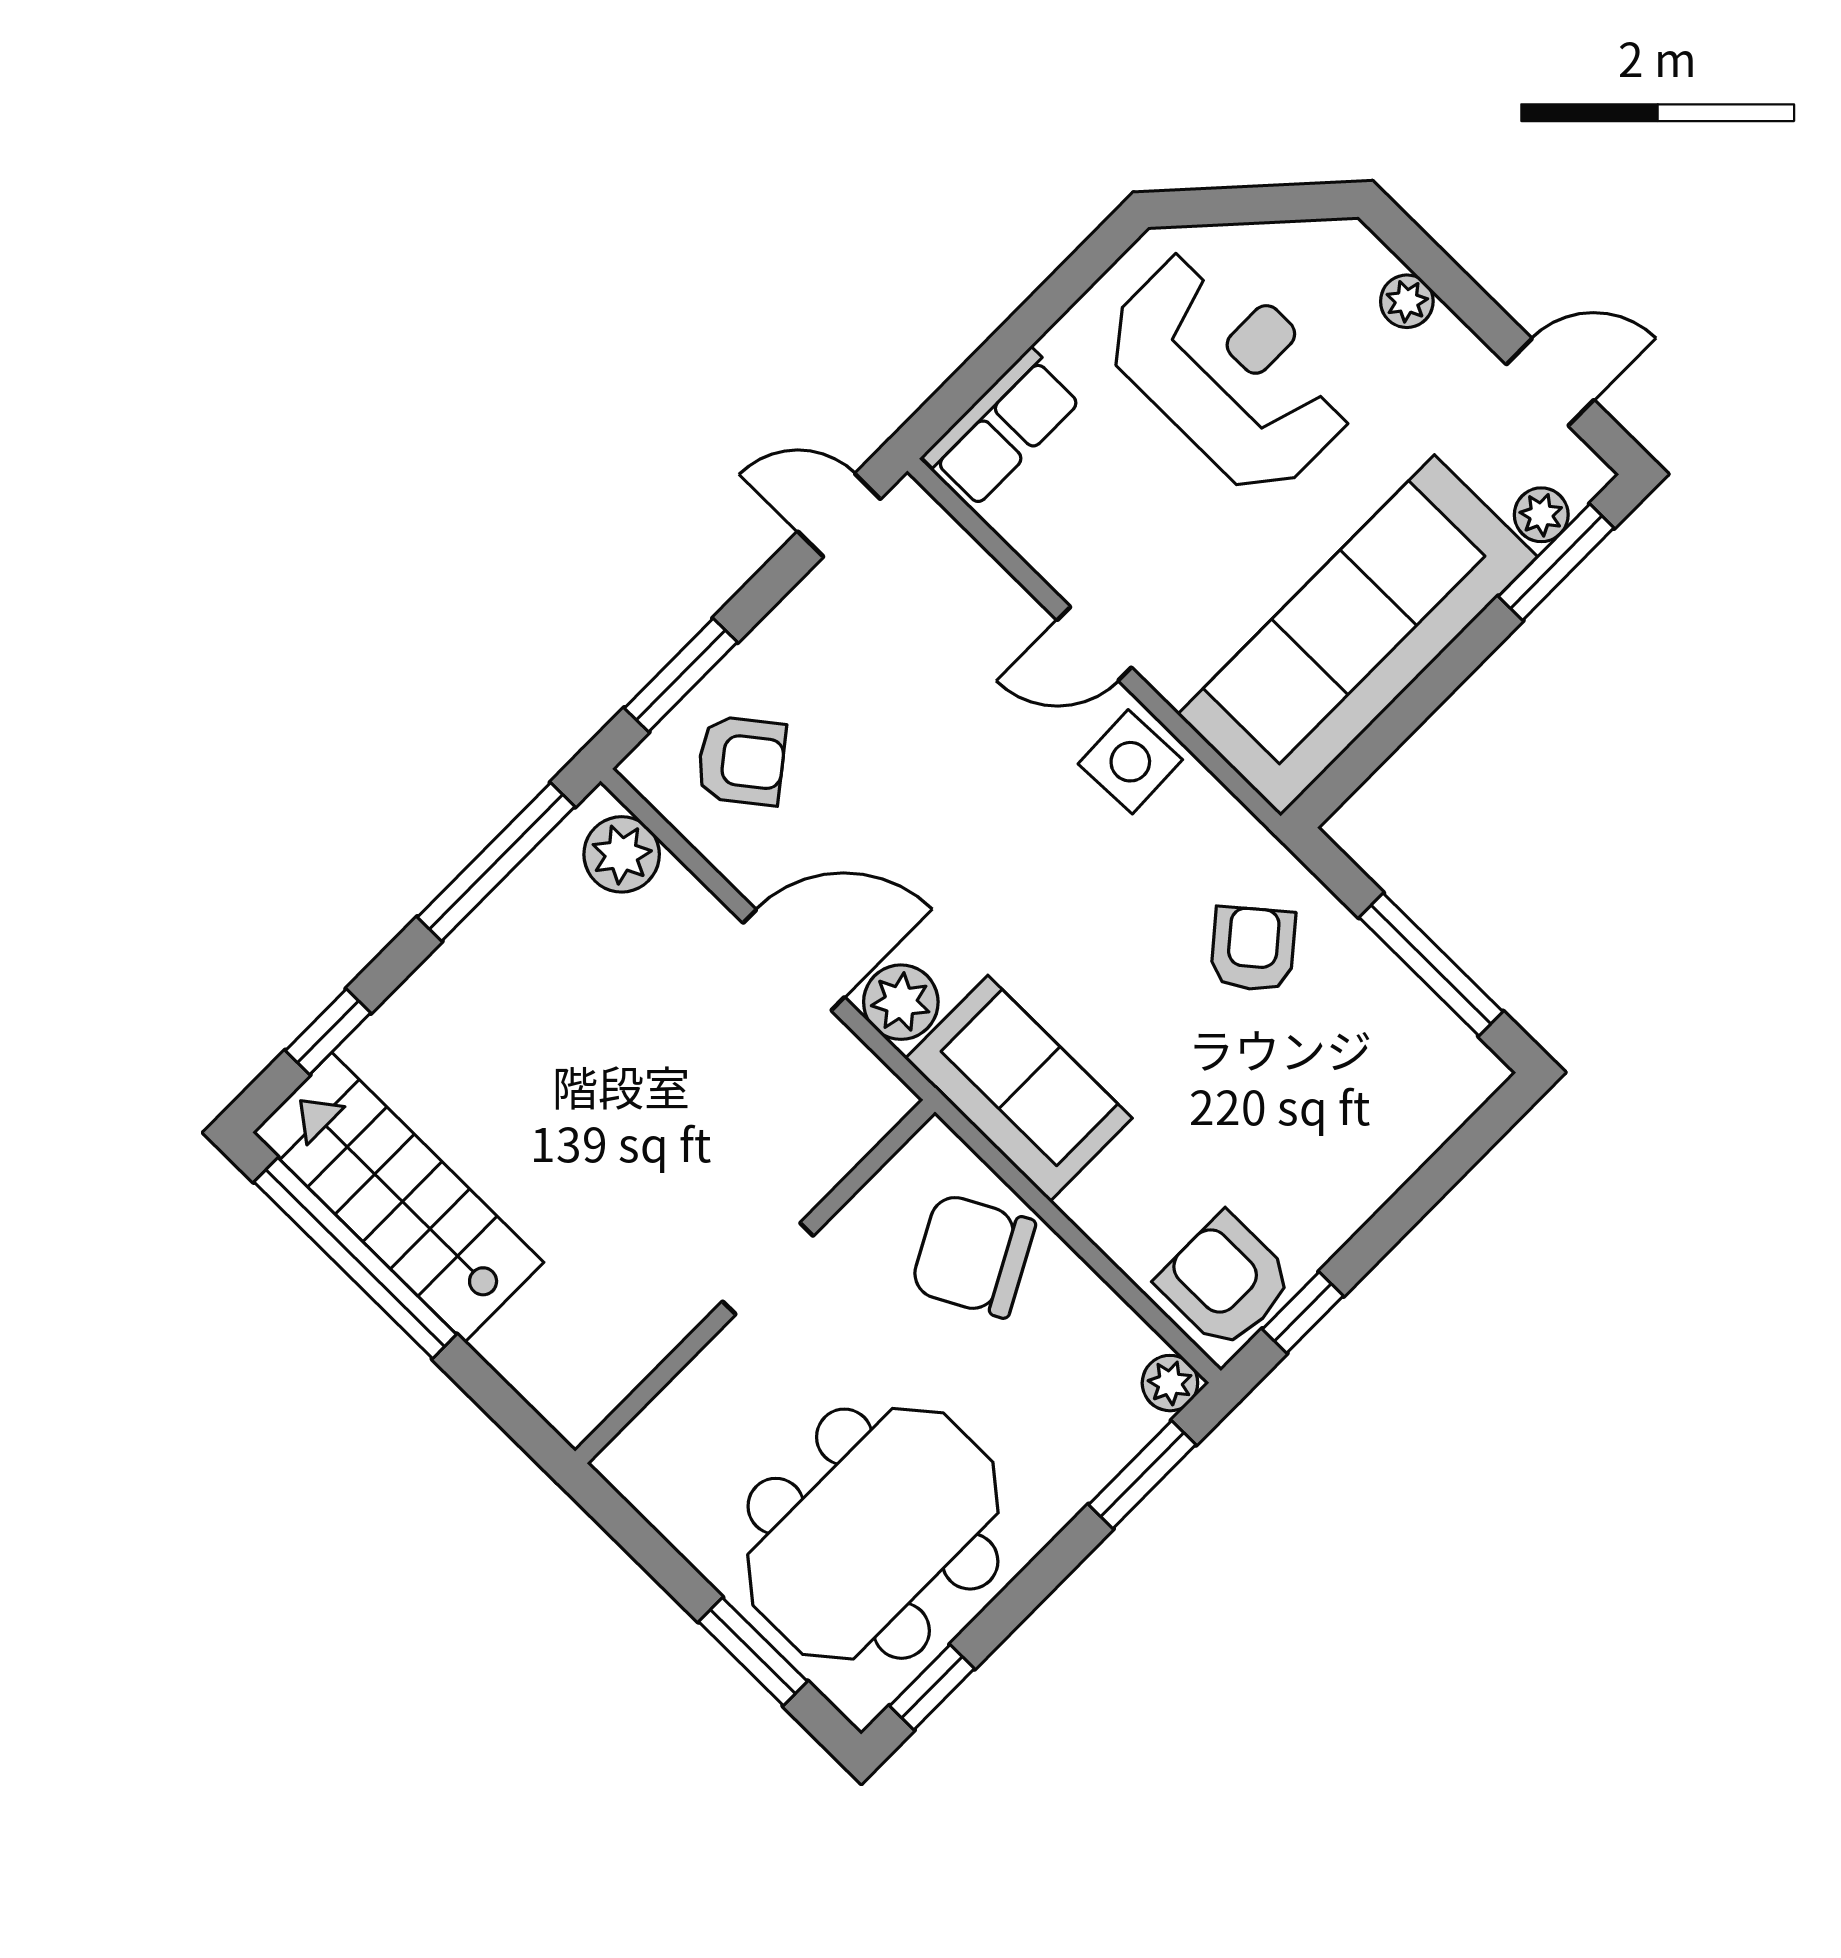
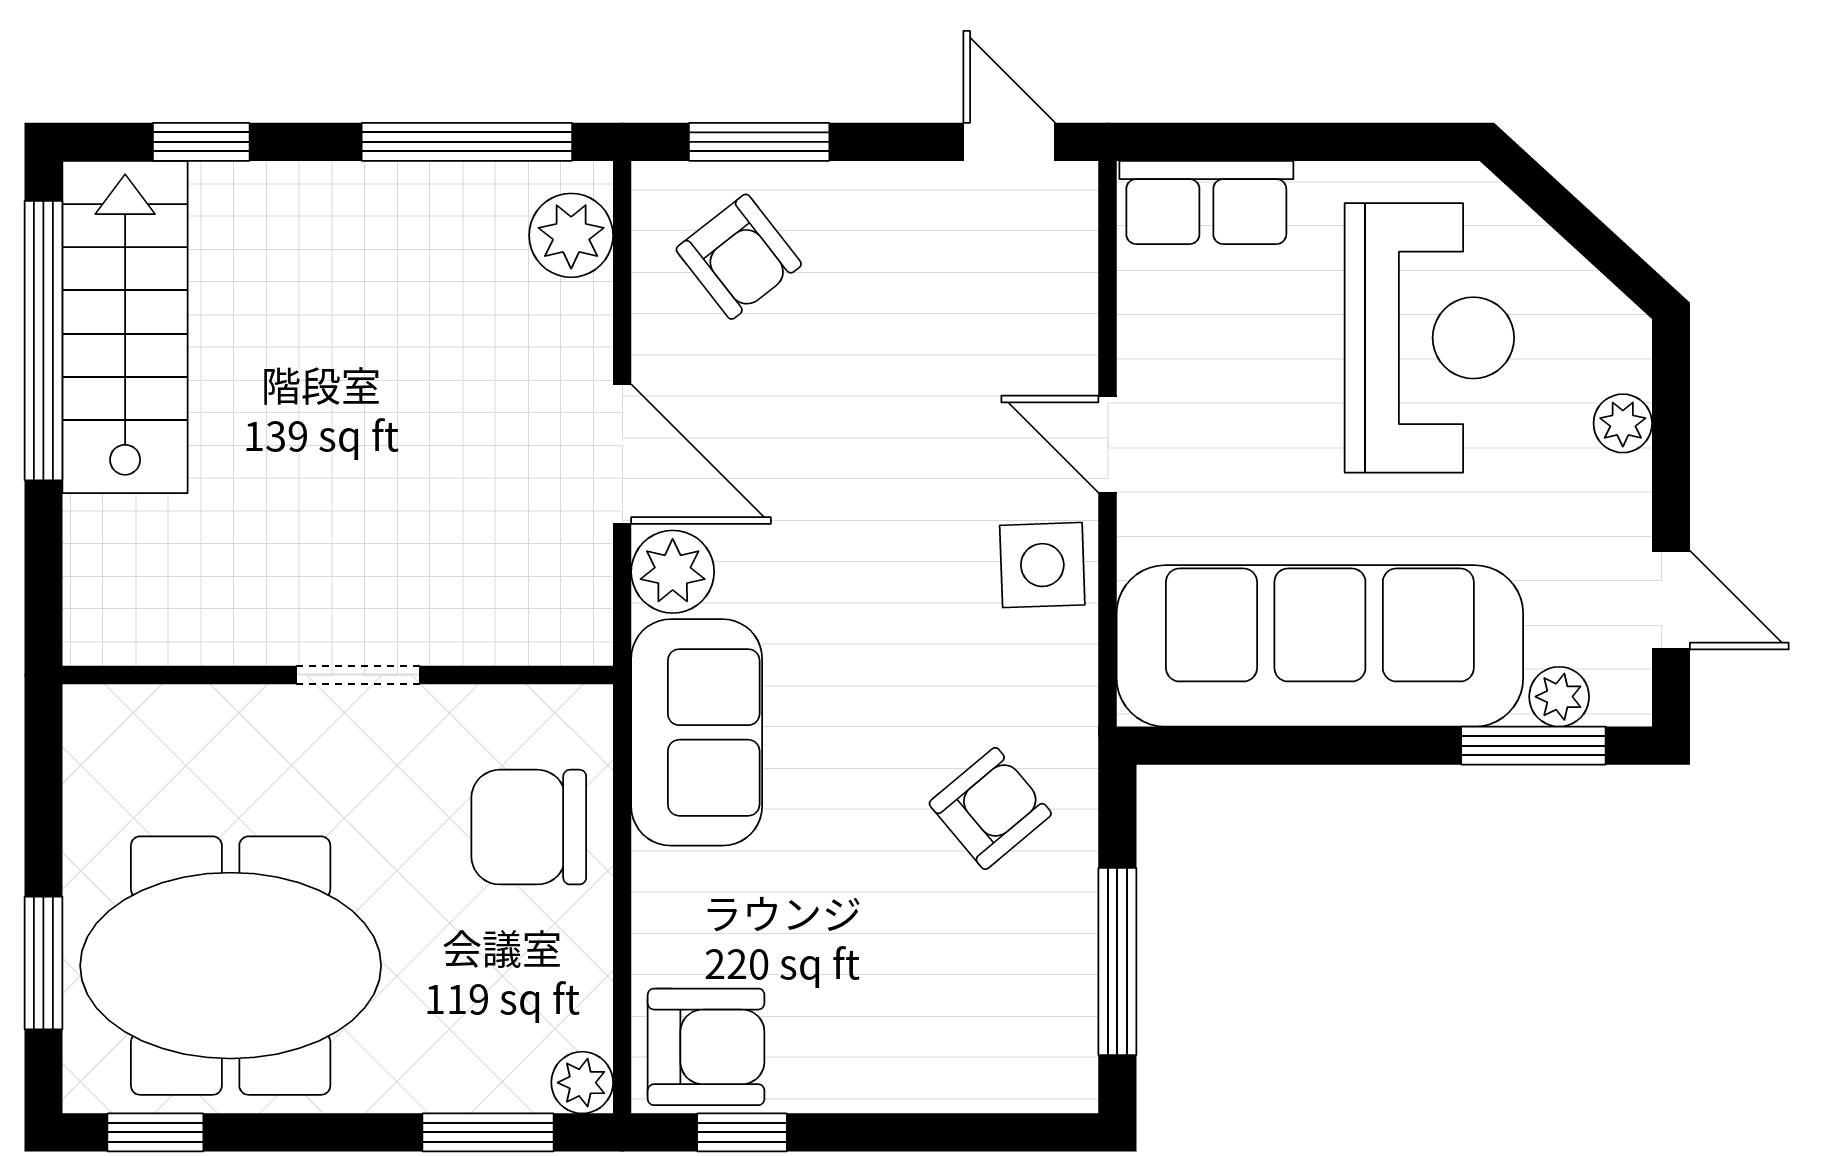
chair: (973, 1256) -> (529, 827), turned -62
armchair: (1226, 1281) -> (706, 1047), turned 90

